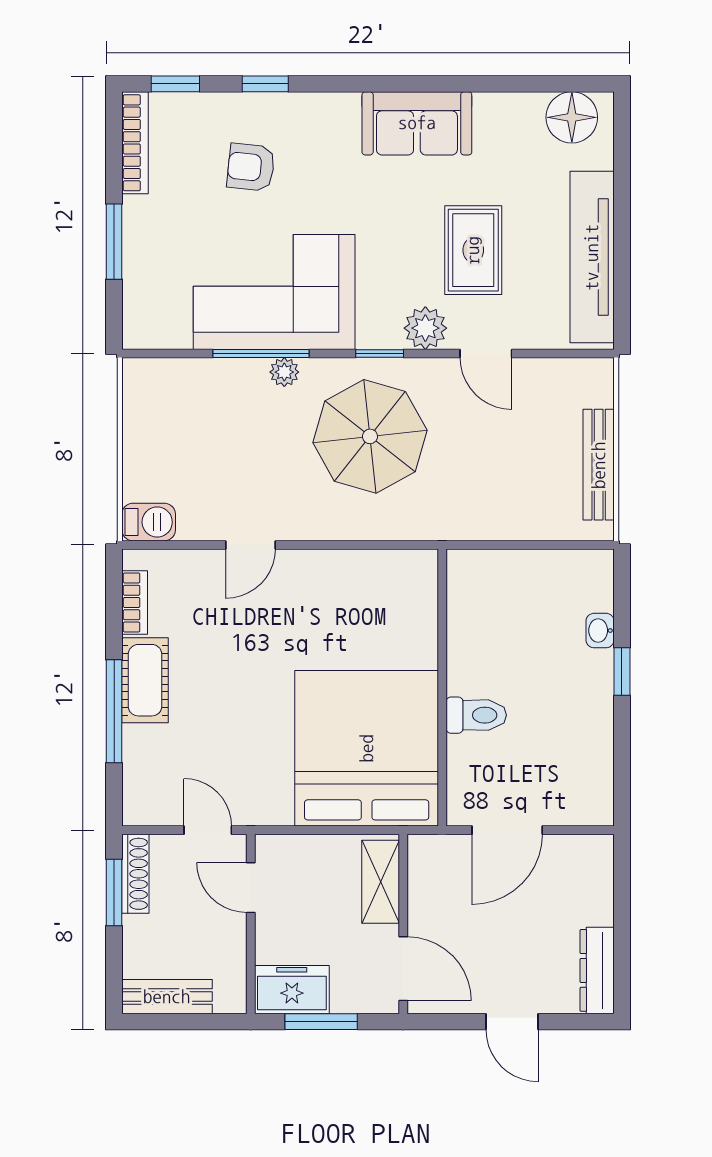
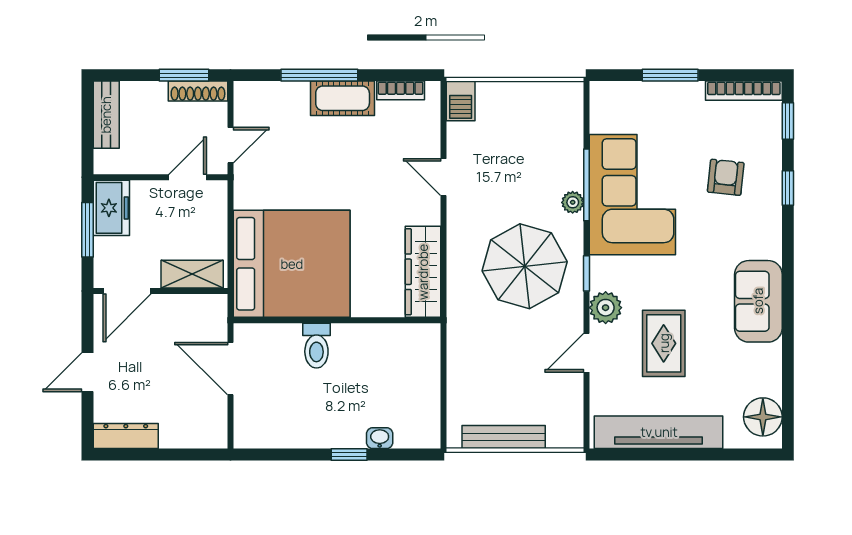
rug: (473, 250) -> (664, 343), turned 90
wardrobe: (377, 572) -> (423, 272), added

